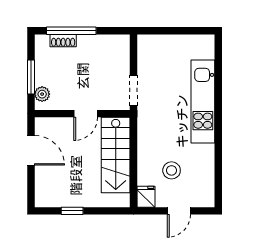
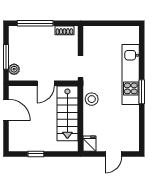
shoe rack: (63, 41) -> (64, 30), moved
window: (218, 125) -> (142, 92), added
stool: (172, 170) -> (92, 99), moved

